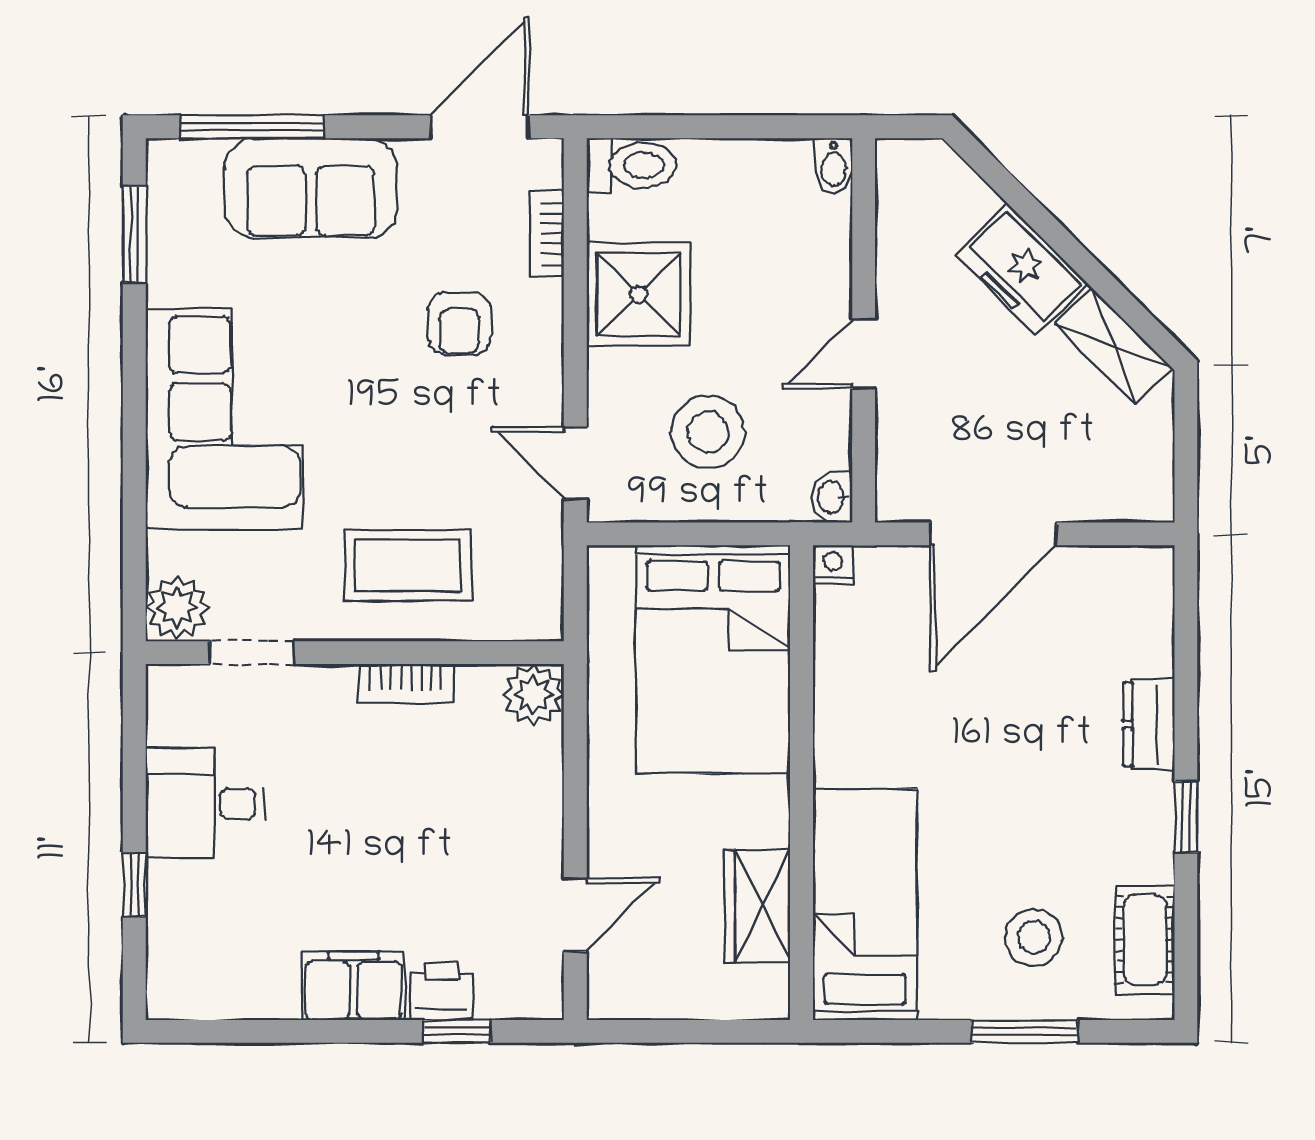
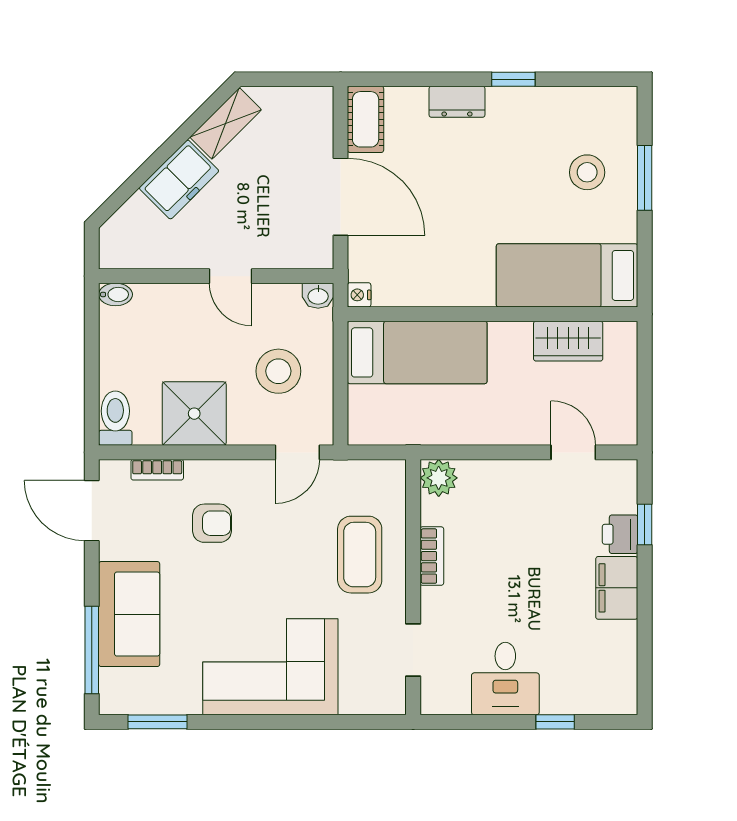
plant: (177, 608) -> (386, 696), removed
bed: (713, 659) -> (417, 352), width x0.67
cot: (1145, 940) -> (366, 119), moved, turned 90

